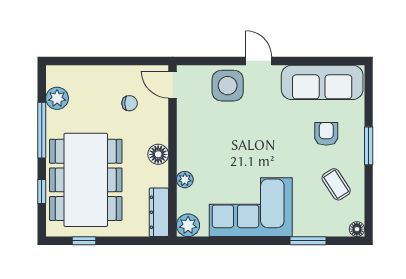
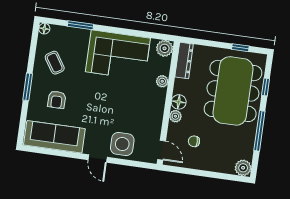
plant: (57, 98) -> (243, 168), moved
plant: (160, 134) -> (175, 116), added

